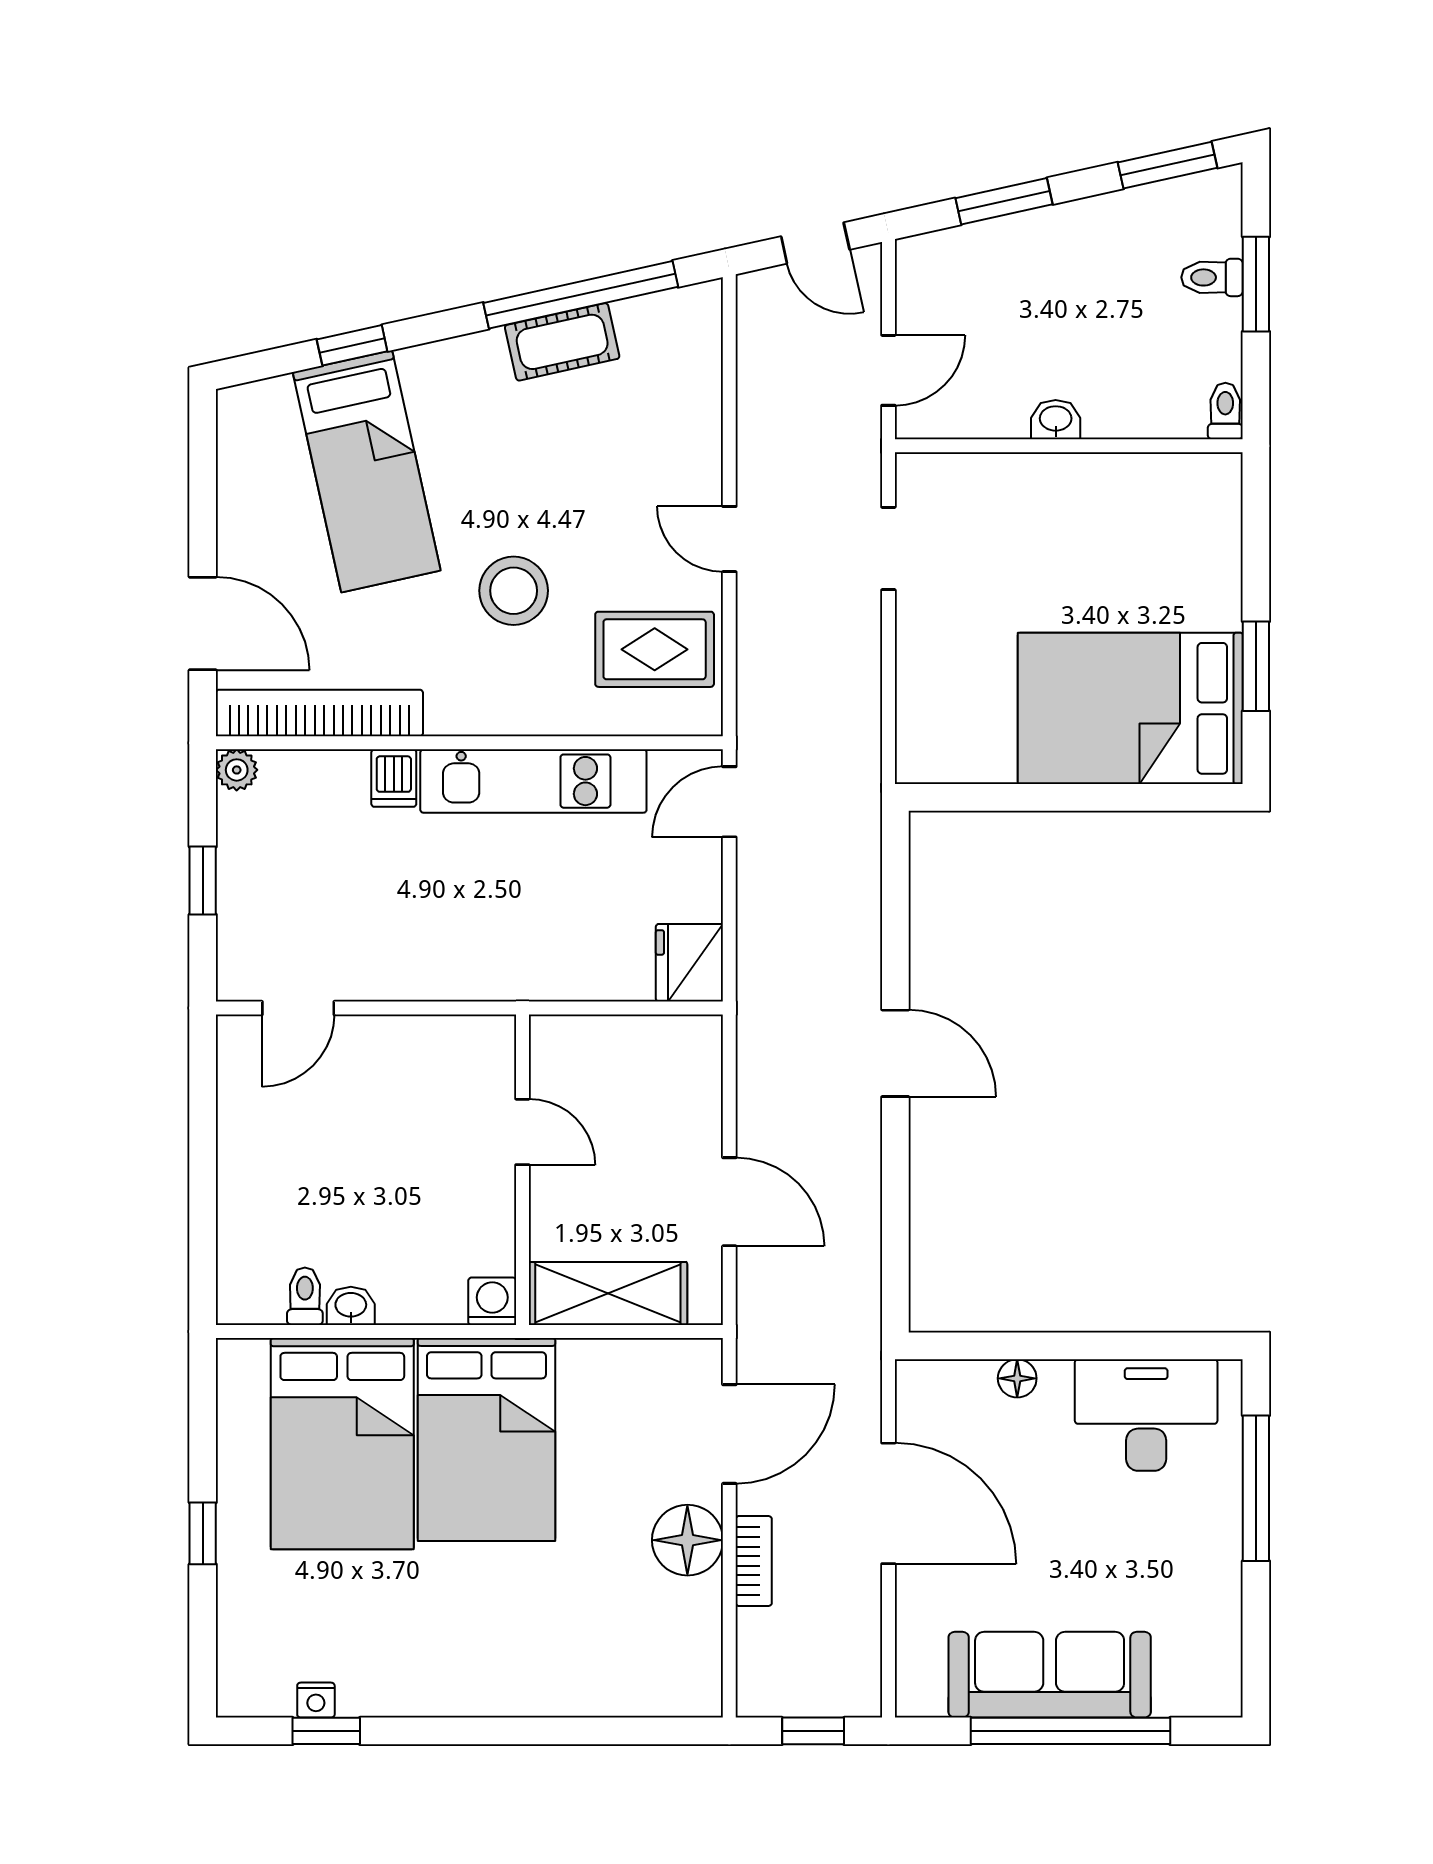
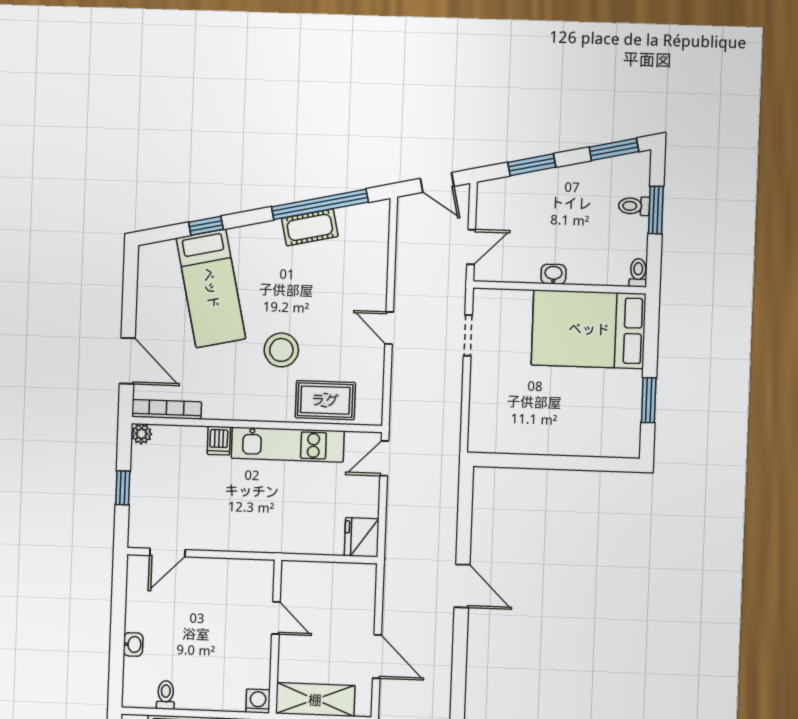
rug: (655, 649) -> (325, 400), moved
bed: (1130, 708) -> (589, 329), moved
bookcase: (319, 713) -> (167, 409), width x0.68, depth x0.76
washbasin: (351, 1306) -> (133, 644), moved, turned 90

